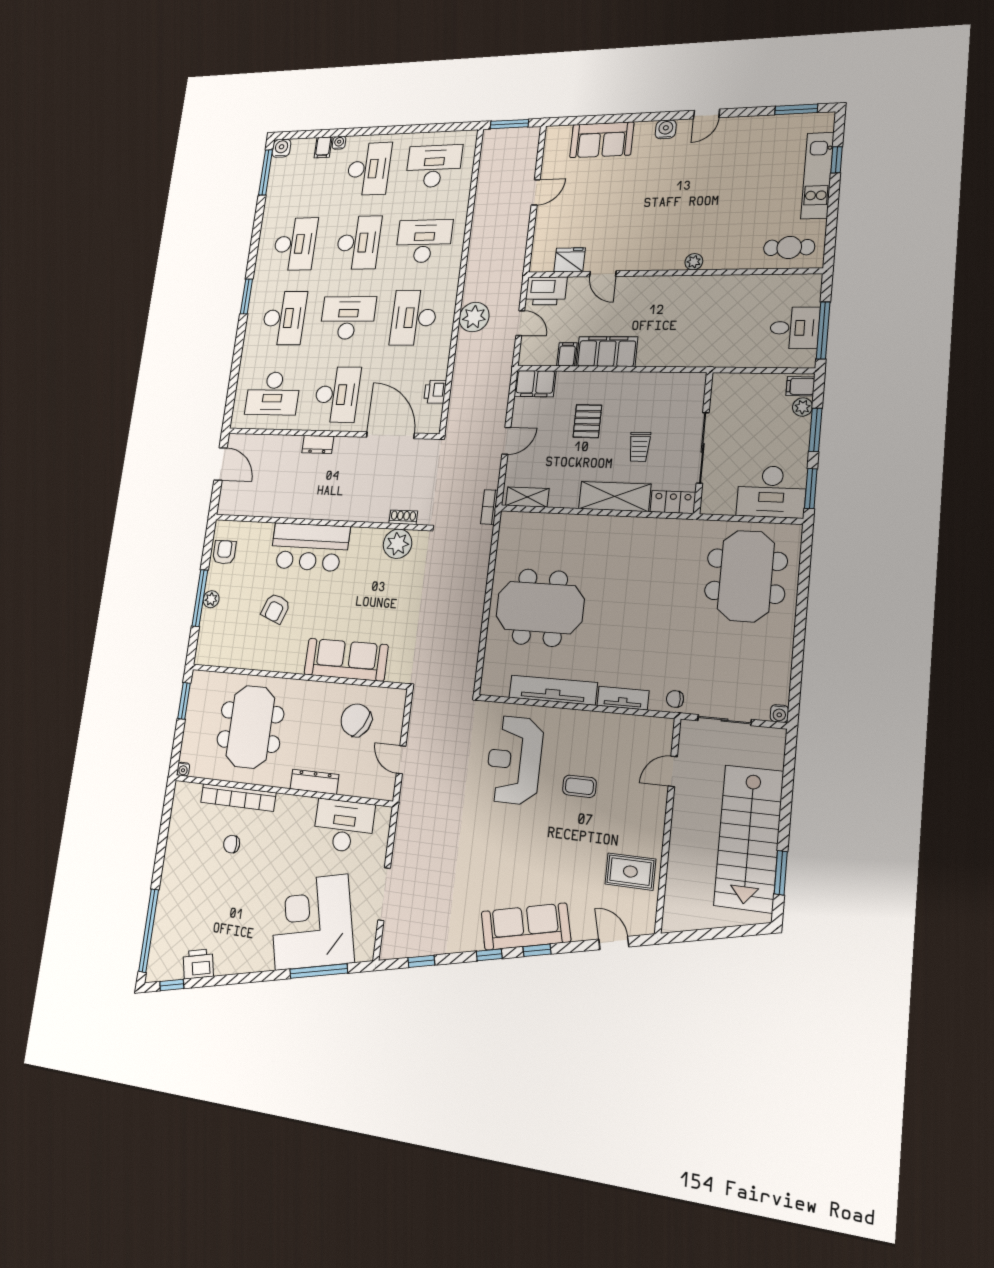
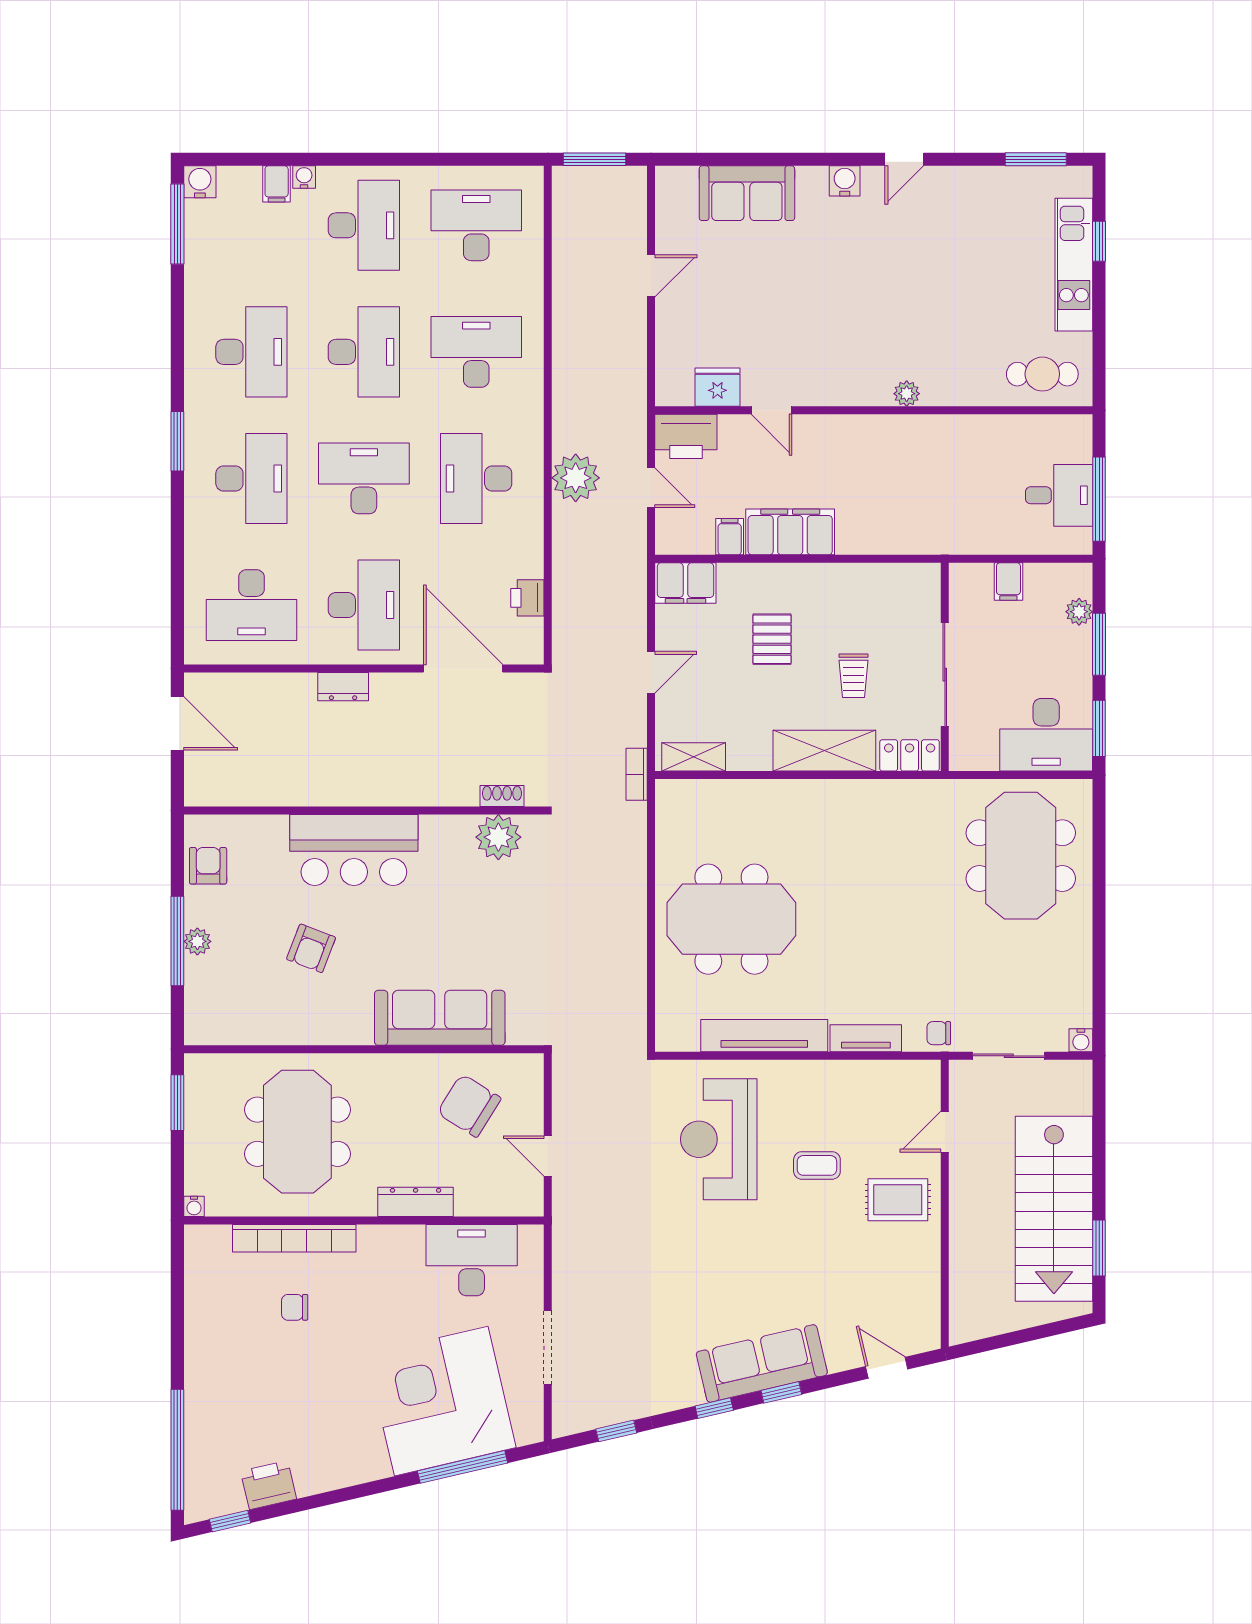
filing cabinet: (800, 386) -> (1008, 581), moved, turned -90
rug: (630, 872) -> (898, 1200), moved

